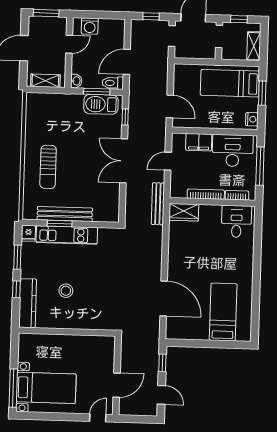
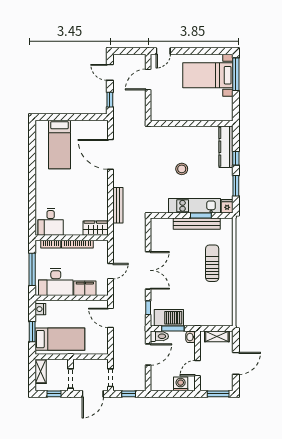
bench: (158, 204) -> (118, 205), moved
stool: (66, 291) -> (182, 169), moved

